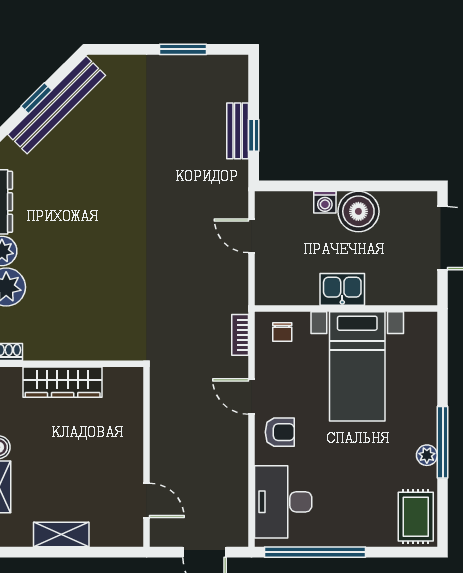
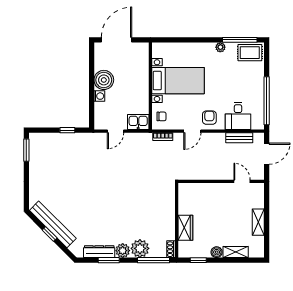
window: (183, 49) -> (26, 150), moved
bench: (238, 131) -> (239, 138), moved
kitchen sink: (342, 289) -> (138, 122), moved, turned 90
wardrobe: (63, 382) -> (185, 228), width x0.67
window: (443, 442) -> (240, 40), moved
door: (147, 500) -> (242, 181), hinge flipped
desk: (283, 502) -> (238, 116), width x0.73

